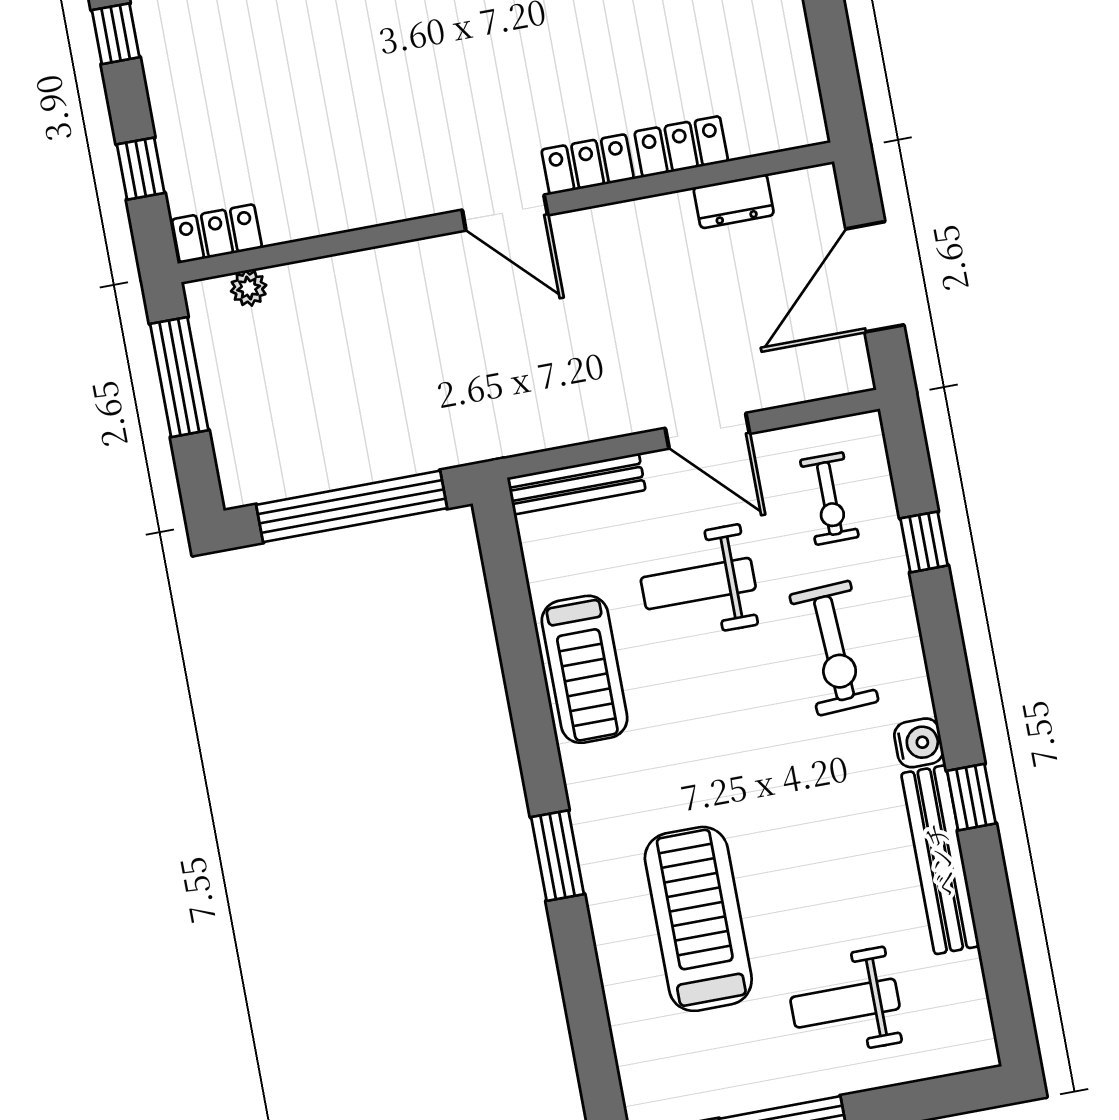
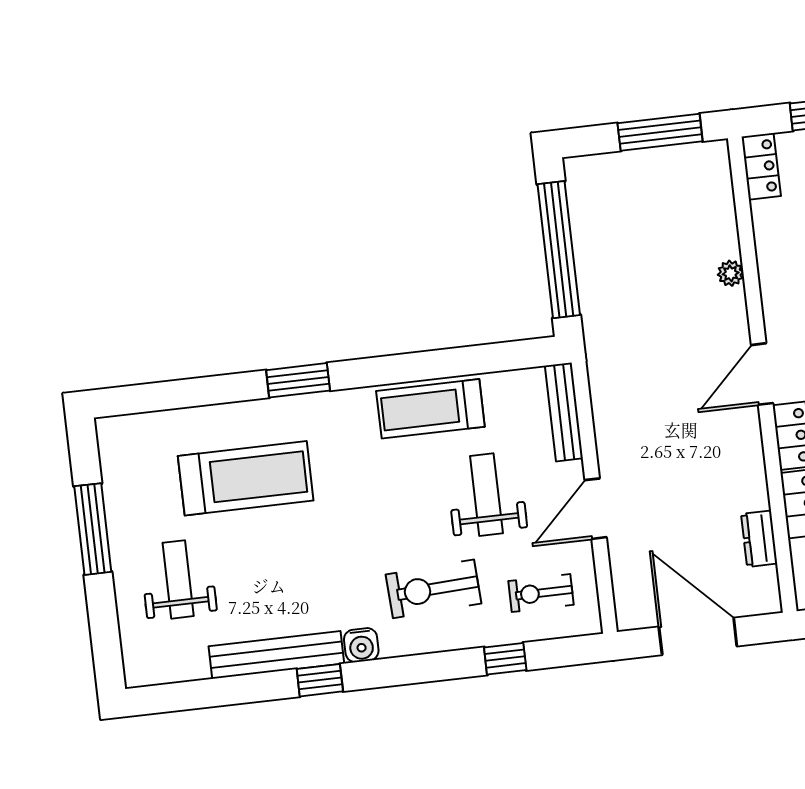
plant: (249, 288) -> (731, 273), moved

